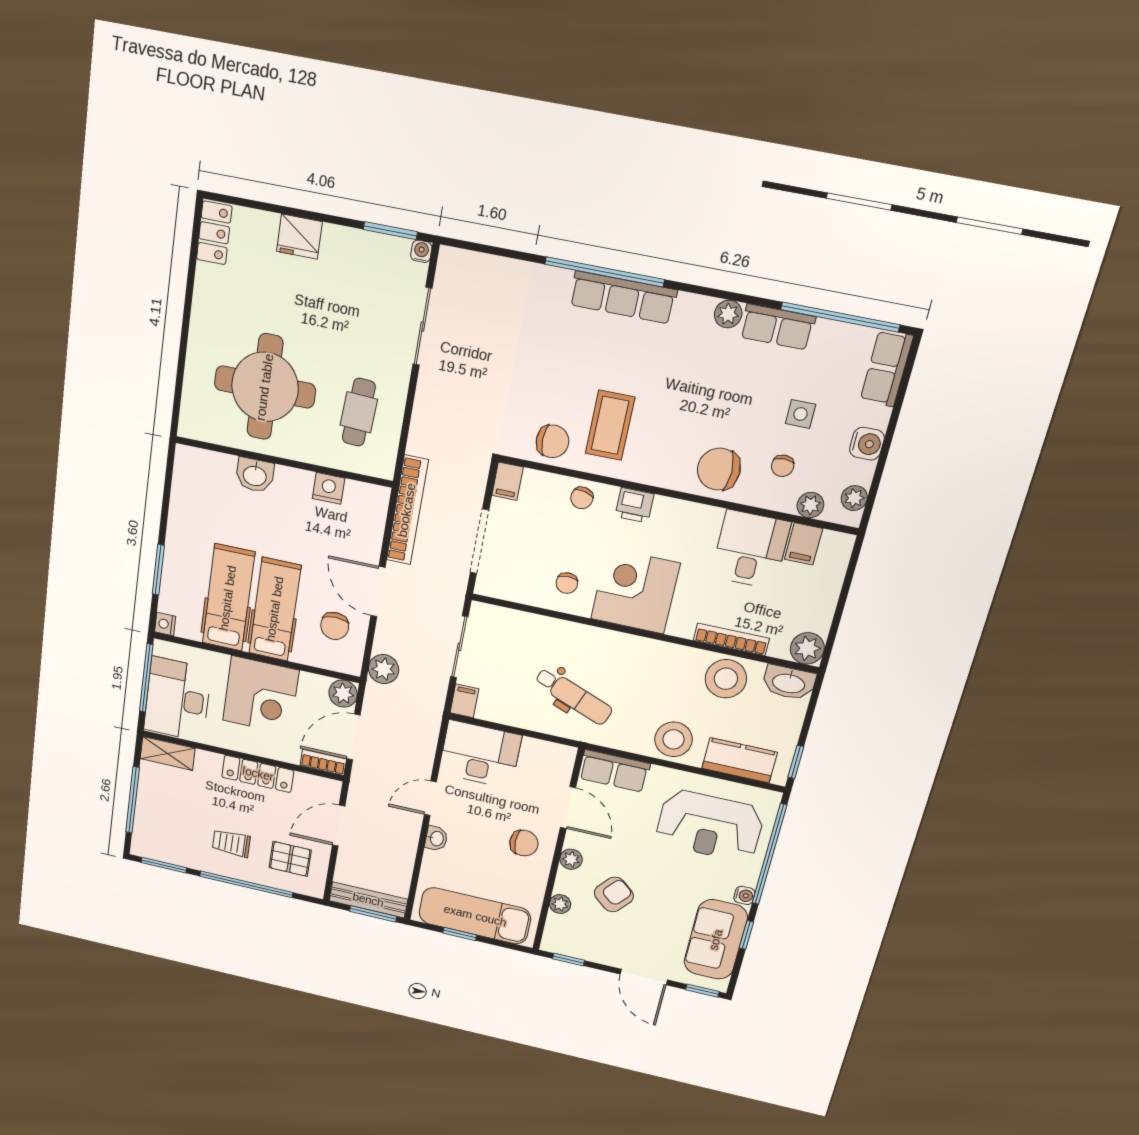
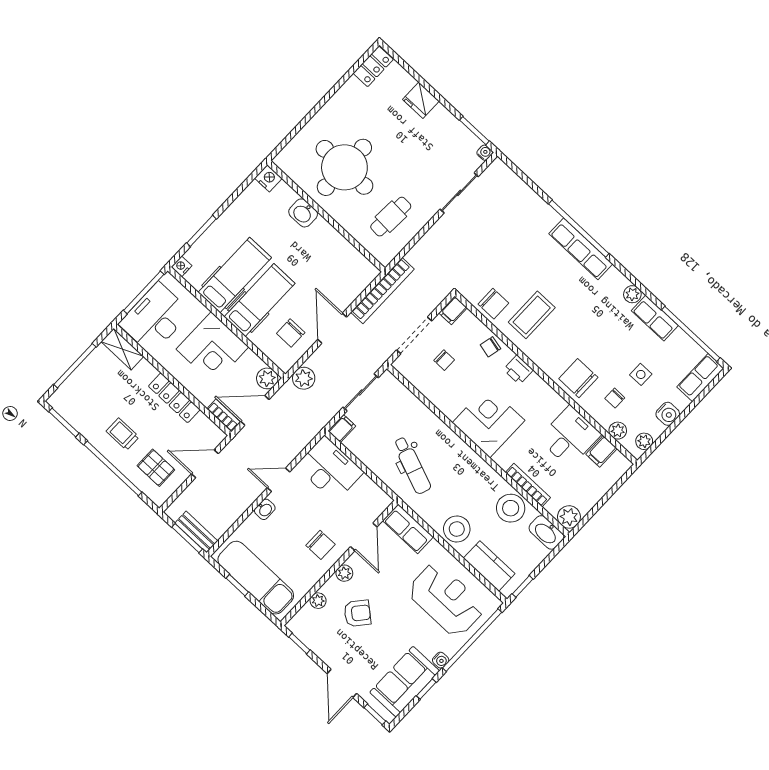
nightstand: (329, 488) -> (268, 178), moved
chair: (567, 583) -> (444, 360), moved, turned -90
reception desk: (710, 826) -> (446, 600), turned 180
bench: (368, 900) -> (196, 532), width x0.73

